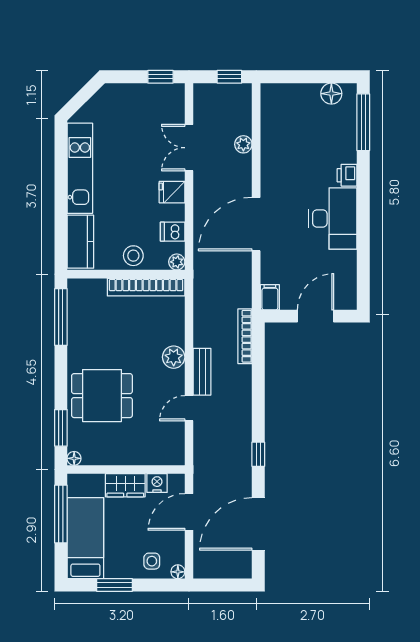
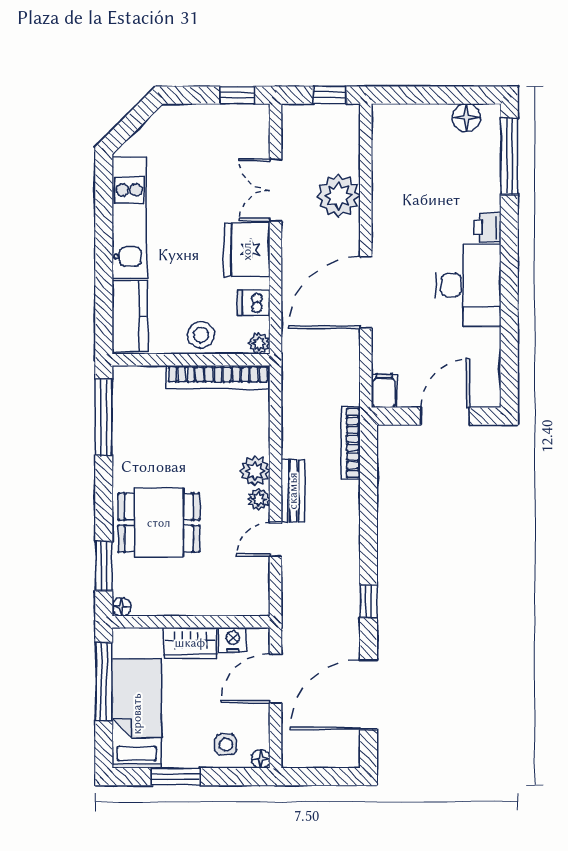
plant: (243, 144) -> (338, 196), width x1.87, depth x1.87
fridge: (172, 192) -> (247, 250), width x1.88, depth x1.34
plant: (177, 378) -> (259, 499), added

